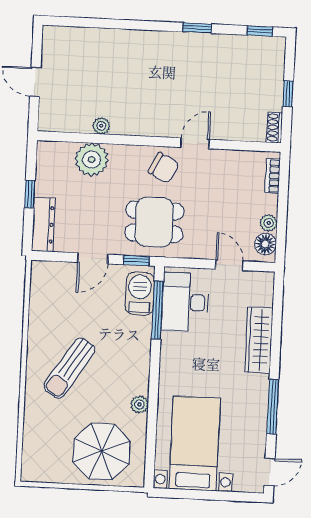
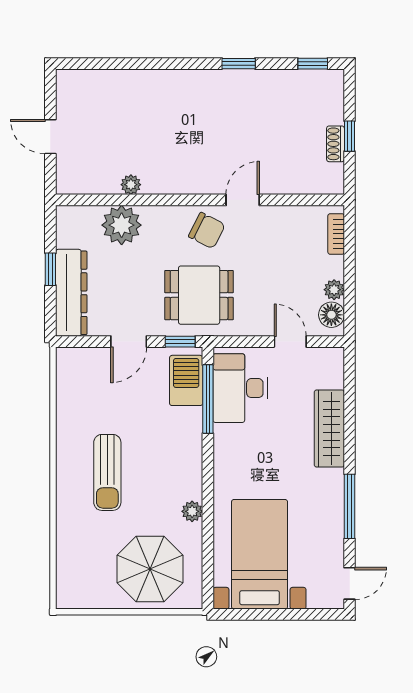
shoe rack: (274, 128) -> (335, 144), moved
dresser: (43, 224) -> (71, 293), width x1.37, depth x1.24
sun lounger: (69, 368) -> (107, 472), turned -33

